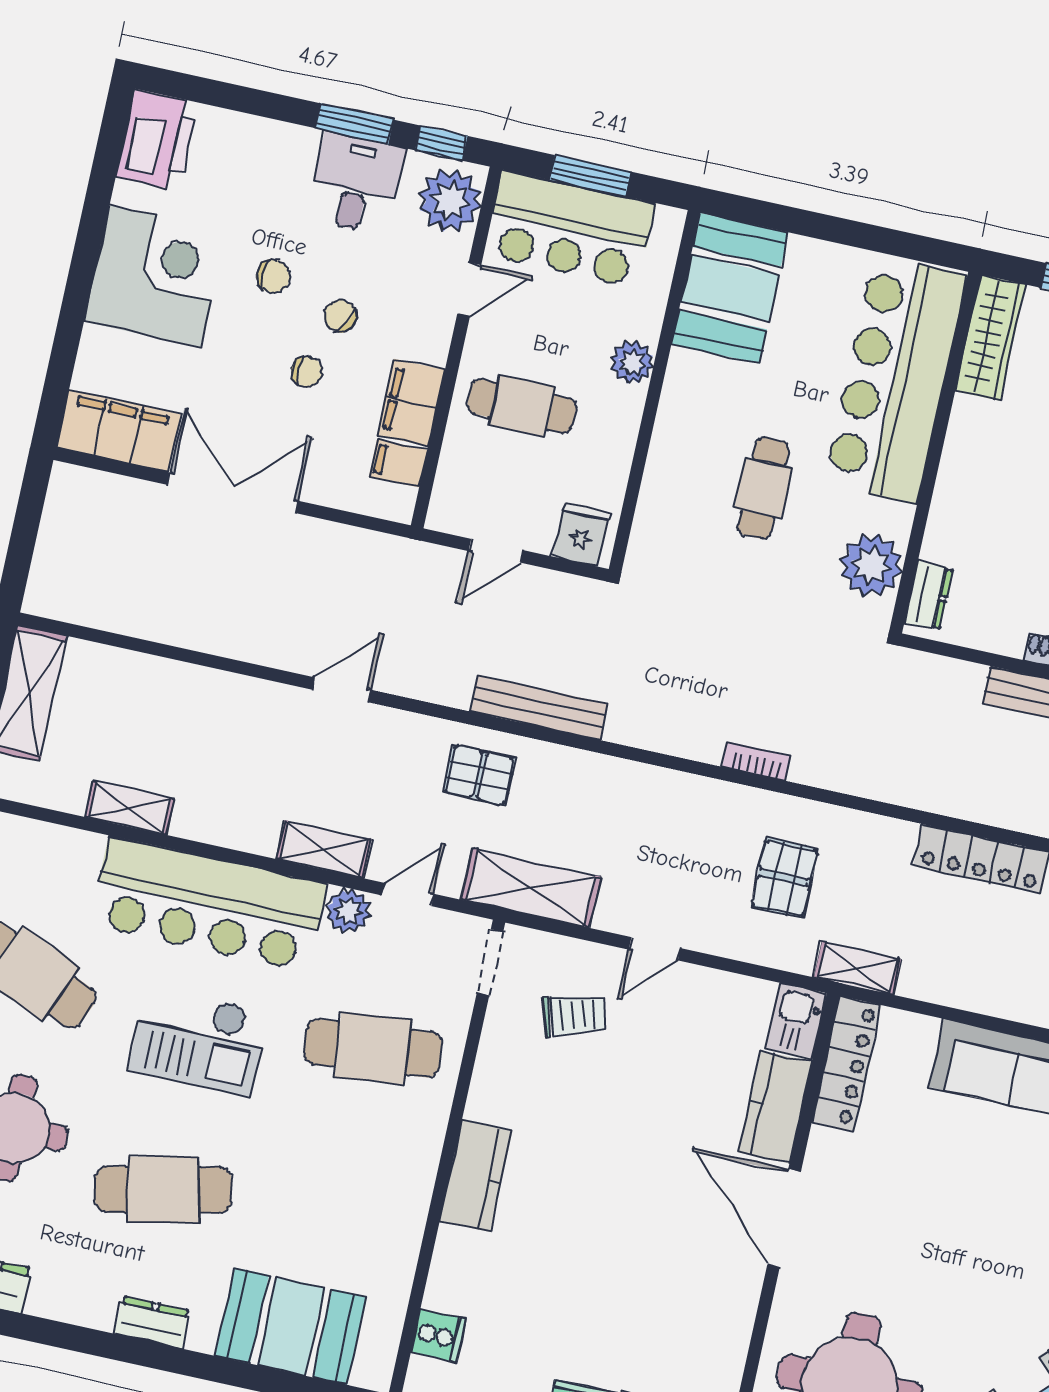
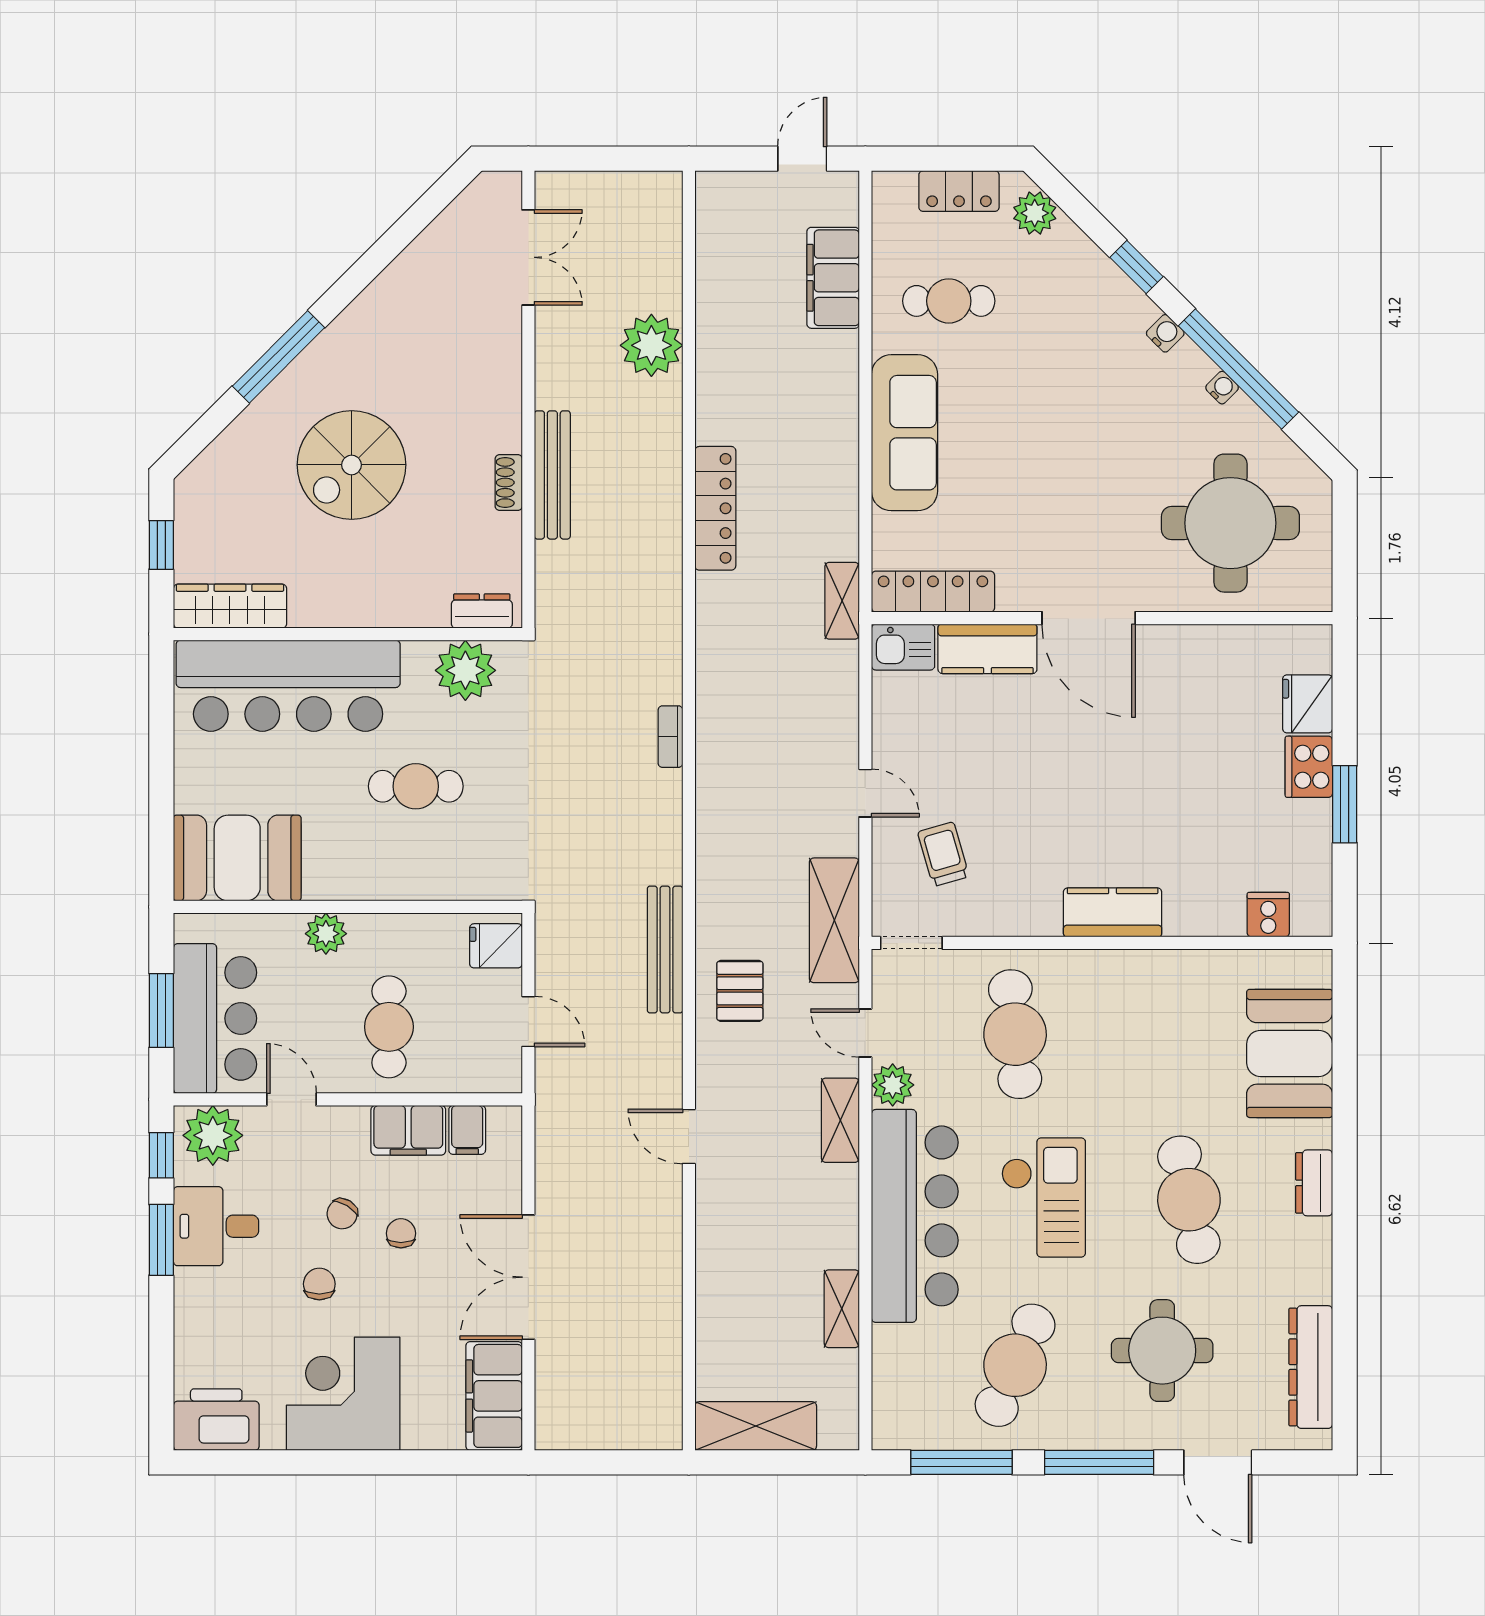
pallet: (785, 878) -> (773, 687), removed
door: (784, 1218) -> (1089, 618), hinge flipped

